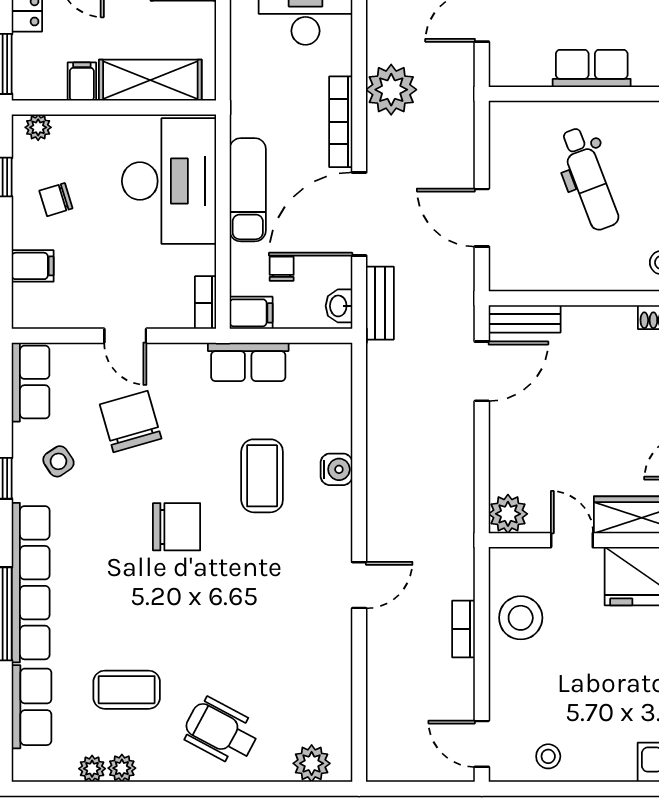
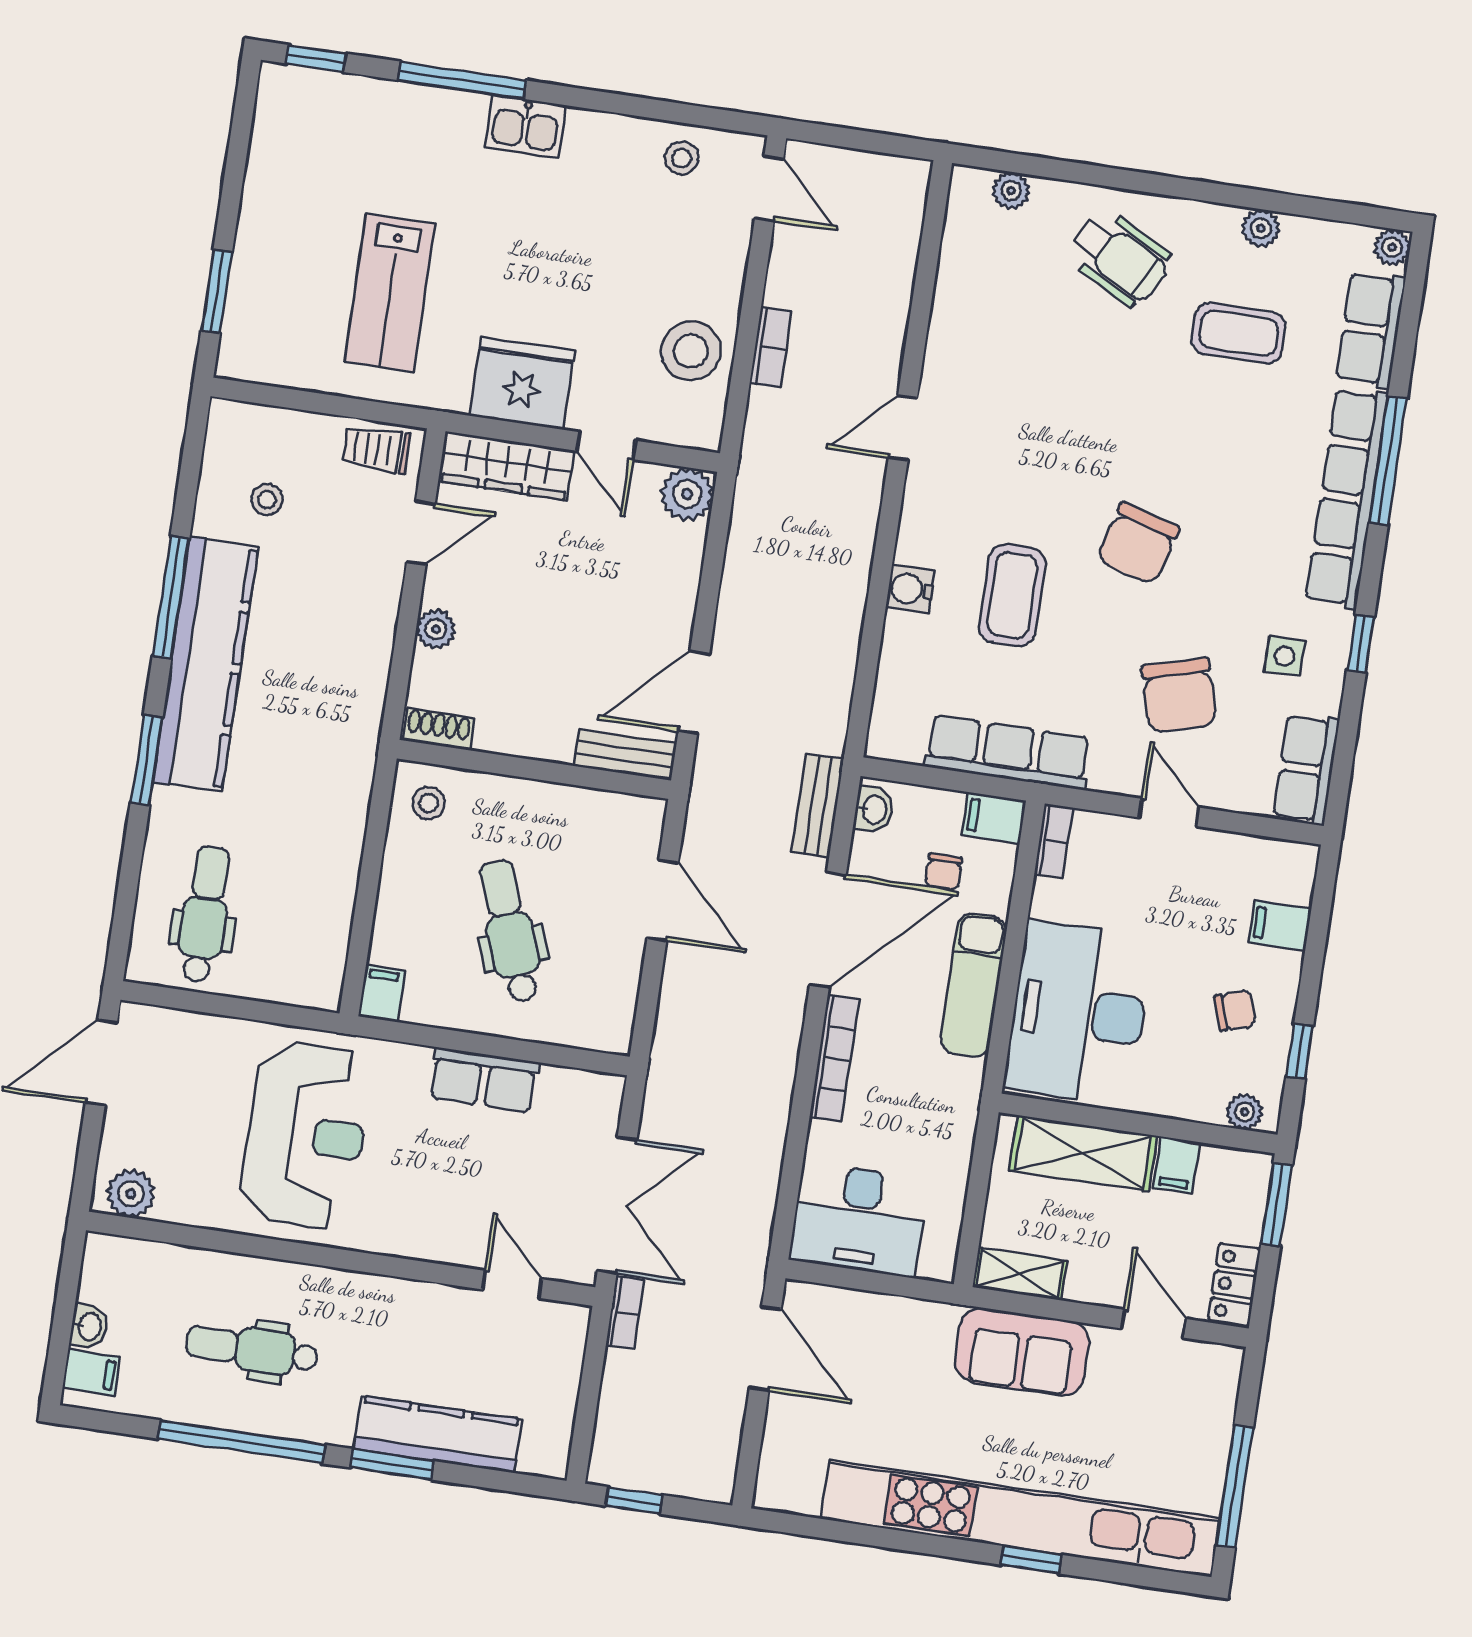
plant: (391, 90) -> (759, 1092), removed
row of seats: (248, 362) -> (1008, 752), width x1.48
side table: (58, 461) -> (1285, 656), turned 34
chair: (177, 527) -> (1138, 544), turned -74
plant: (312, 763) -> (1011, 190), width x0.73, depth x0.73
plant: (92, 769) -> (1392, 247), moved

